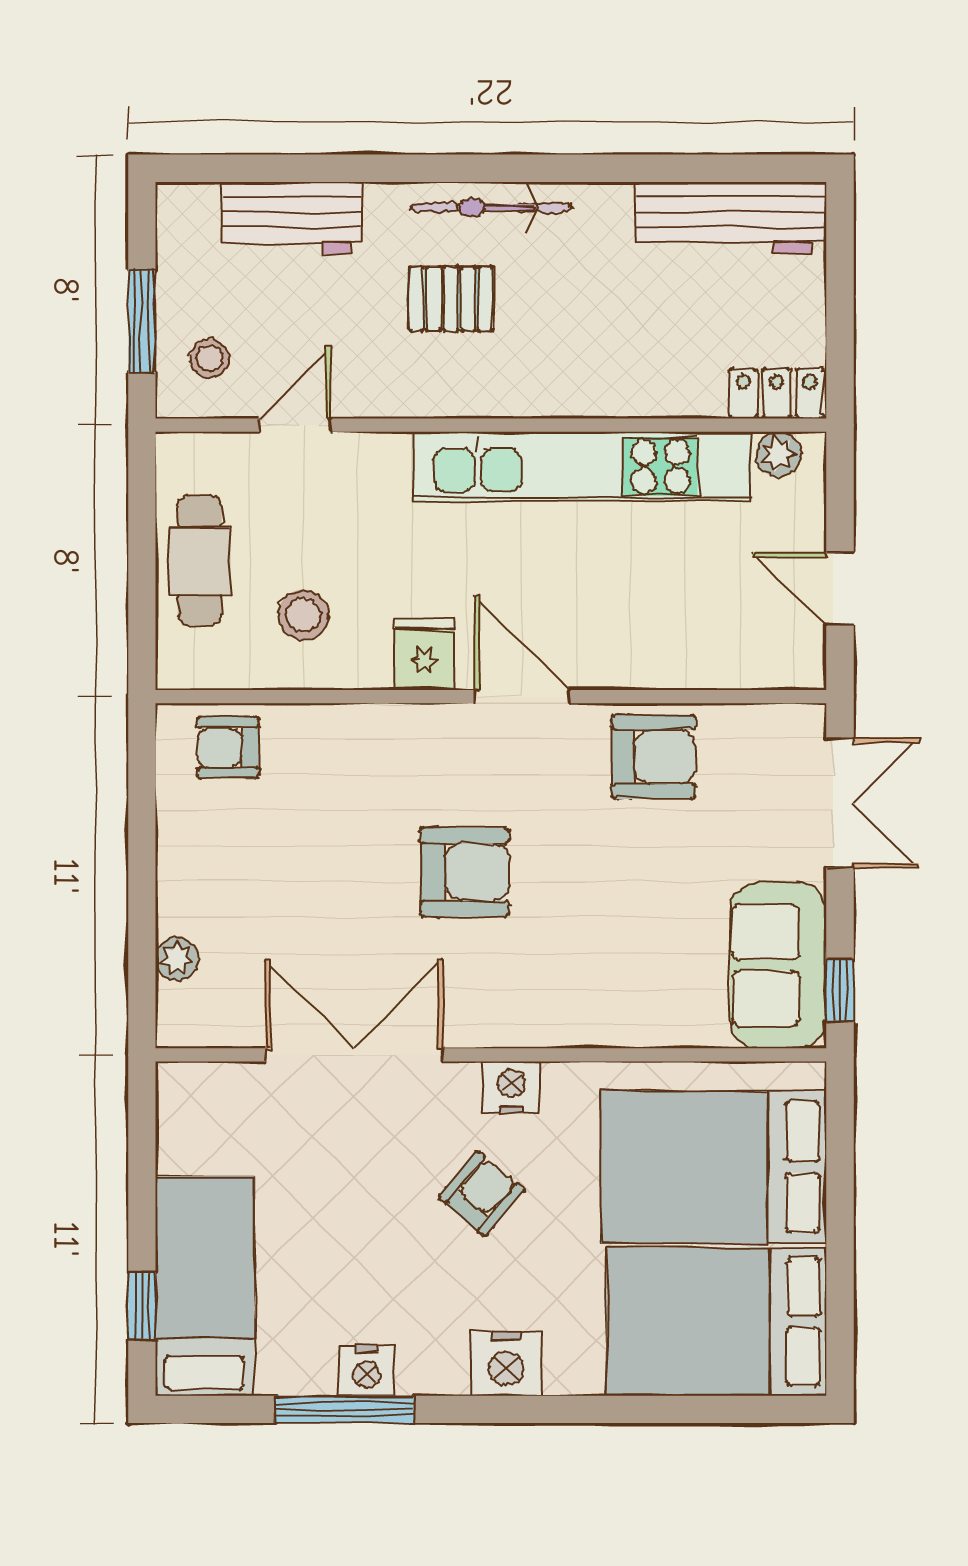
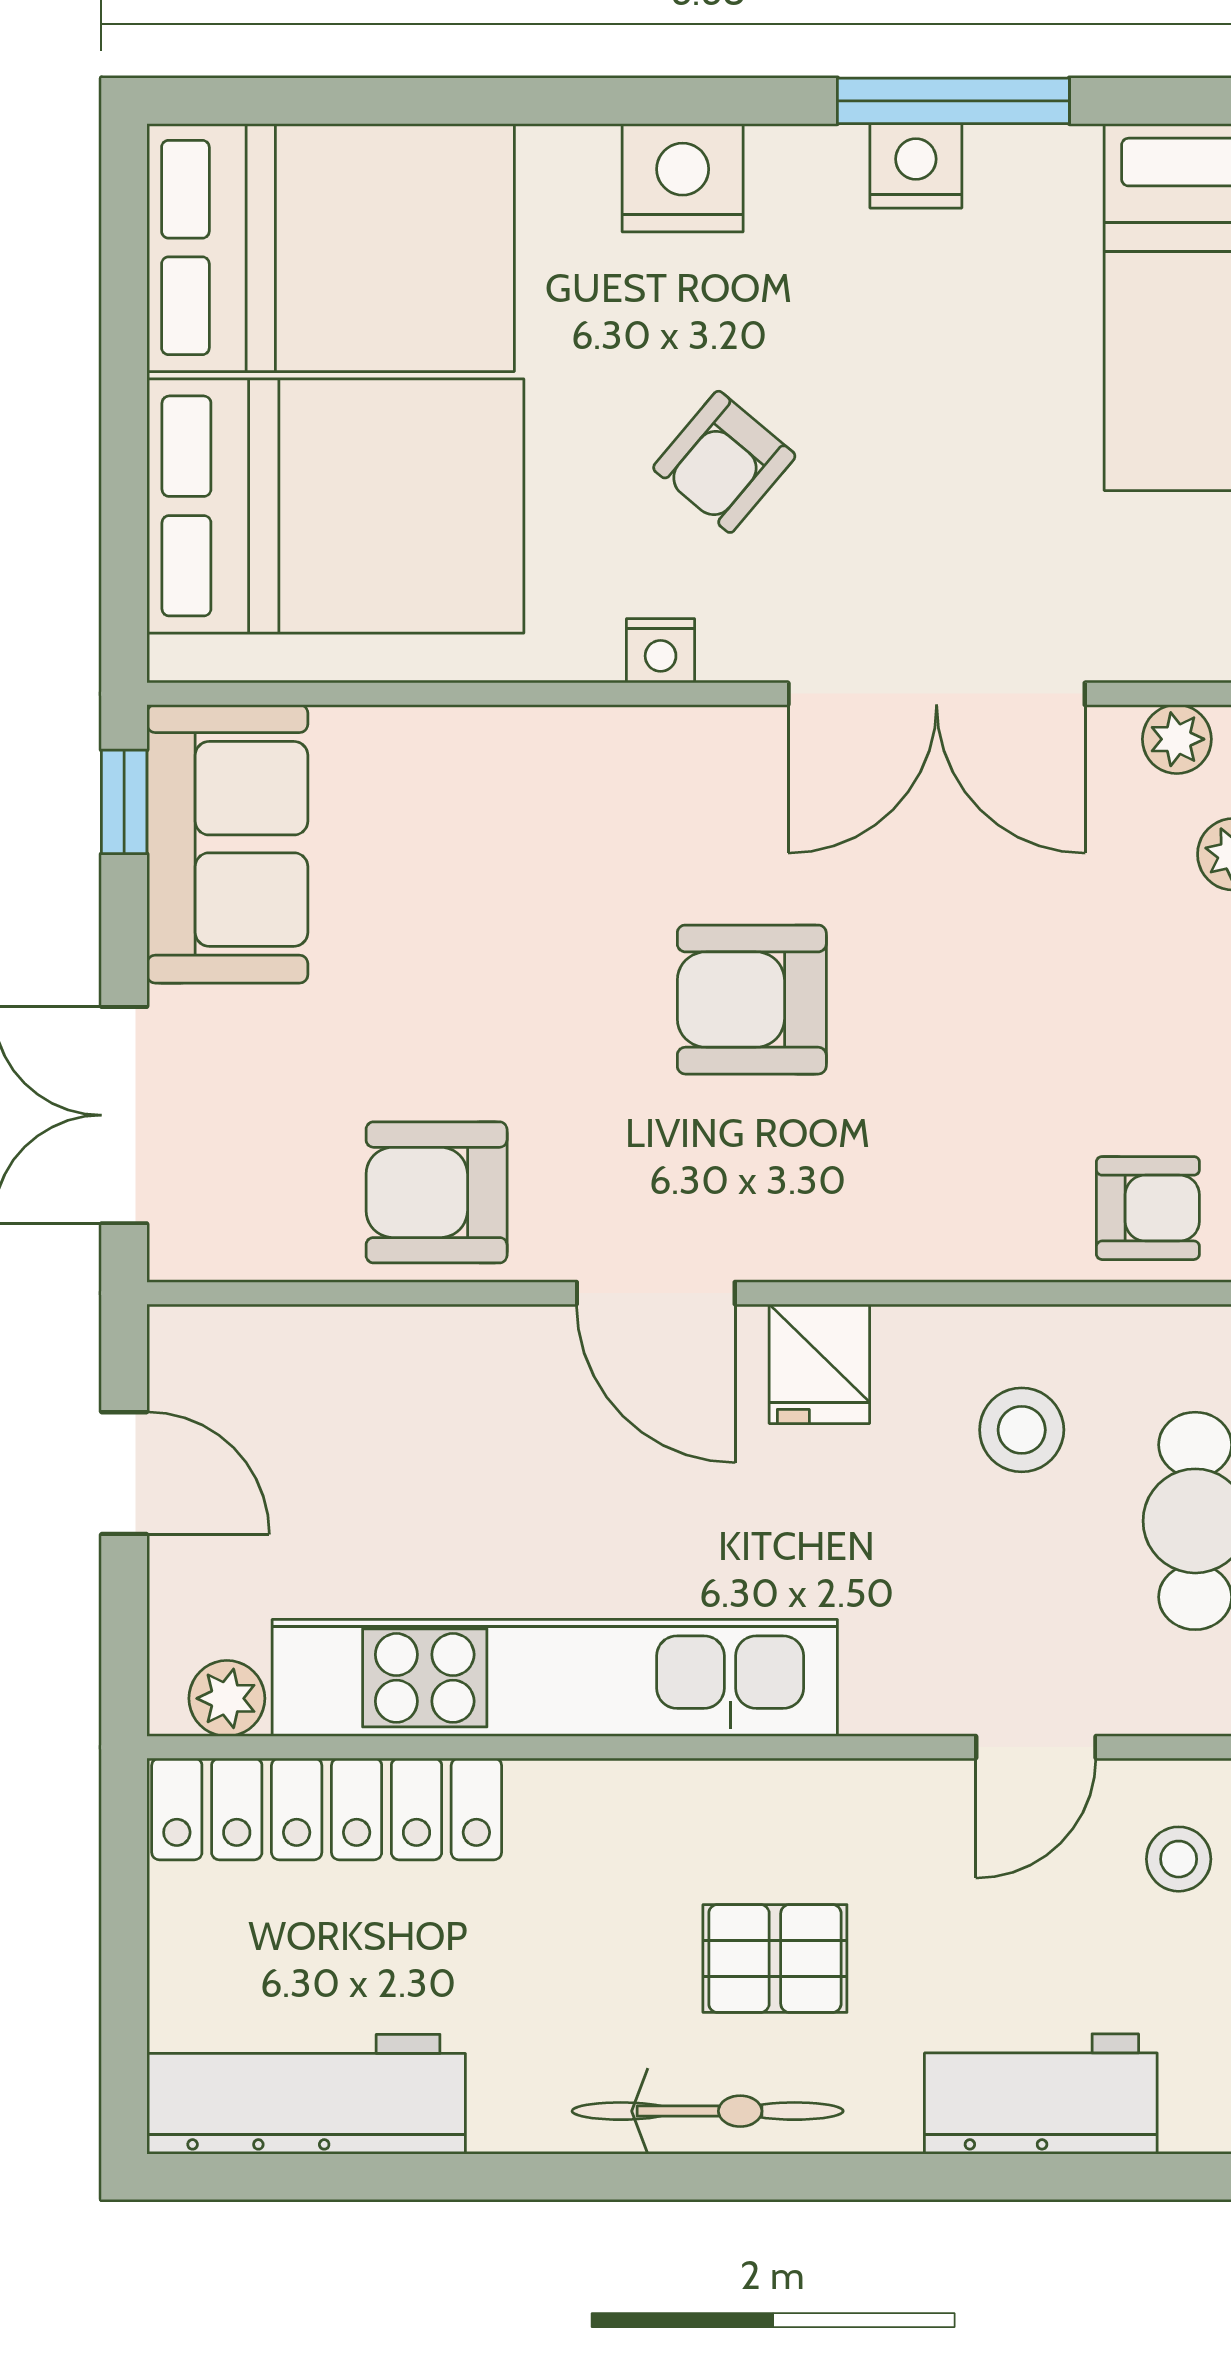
locker: (777, 393) -> (327, 1809), width x2.16, depth x1.21
plant: (211, 1028) -> (1177, 739), added
nightstand: (511, 1087) -> (661, 651), width x0.72, depth x0.74

